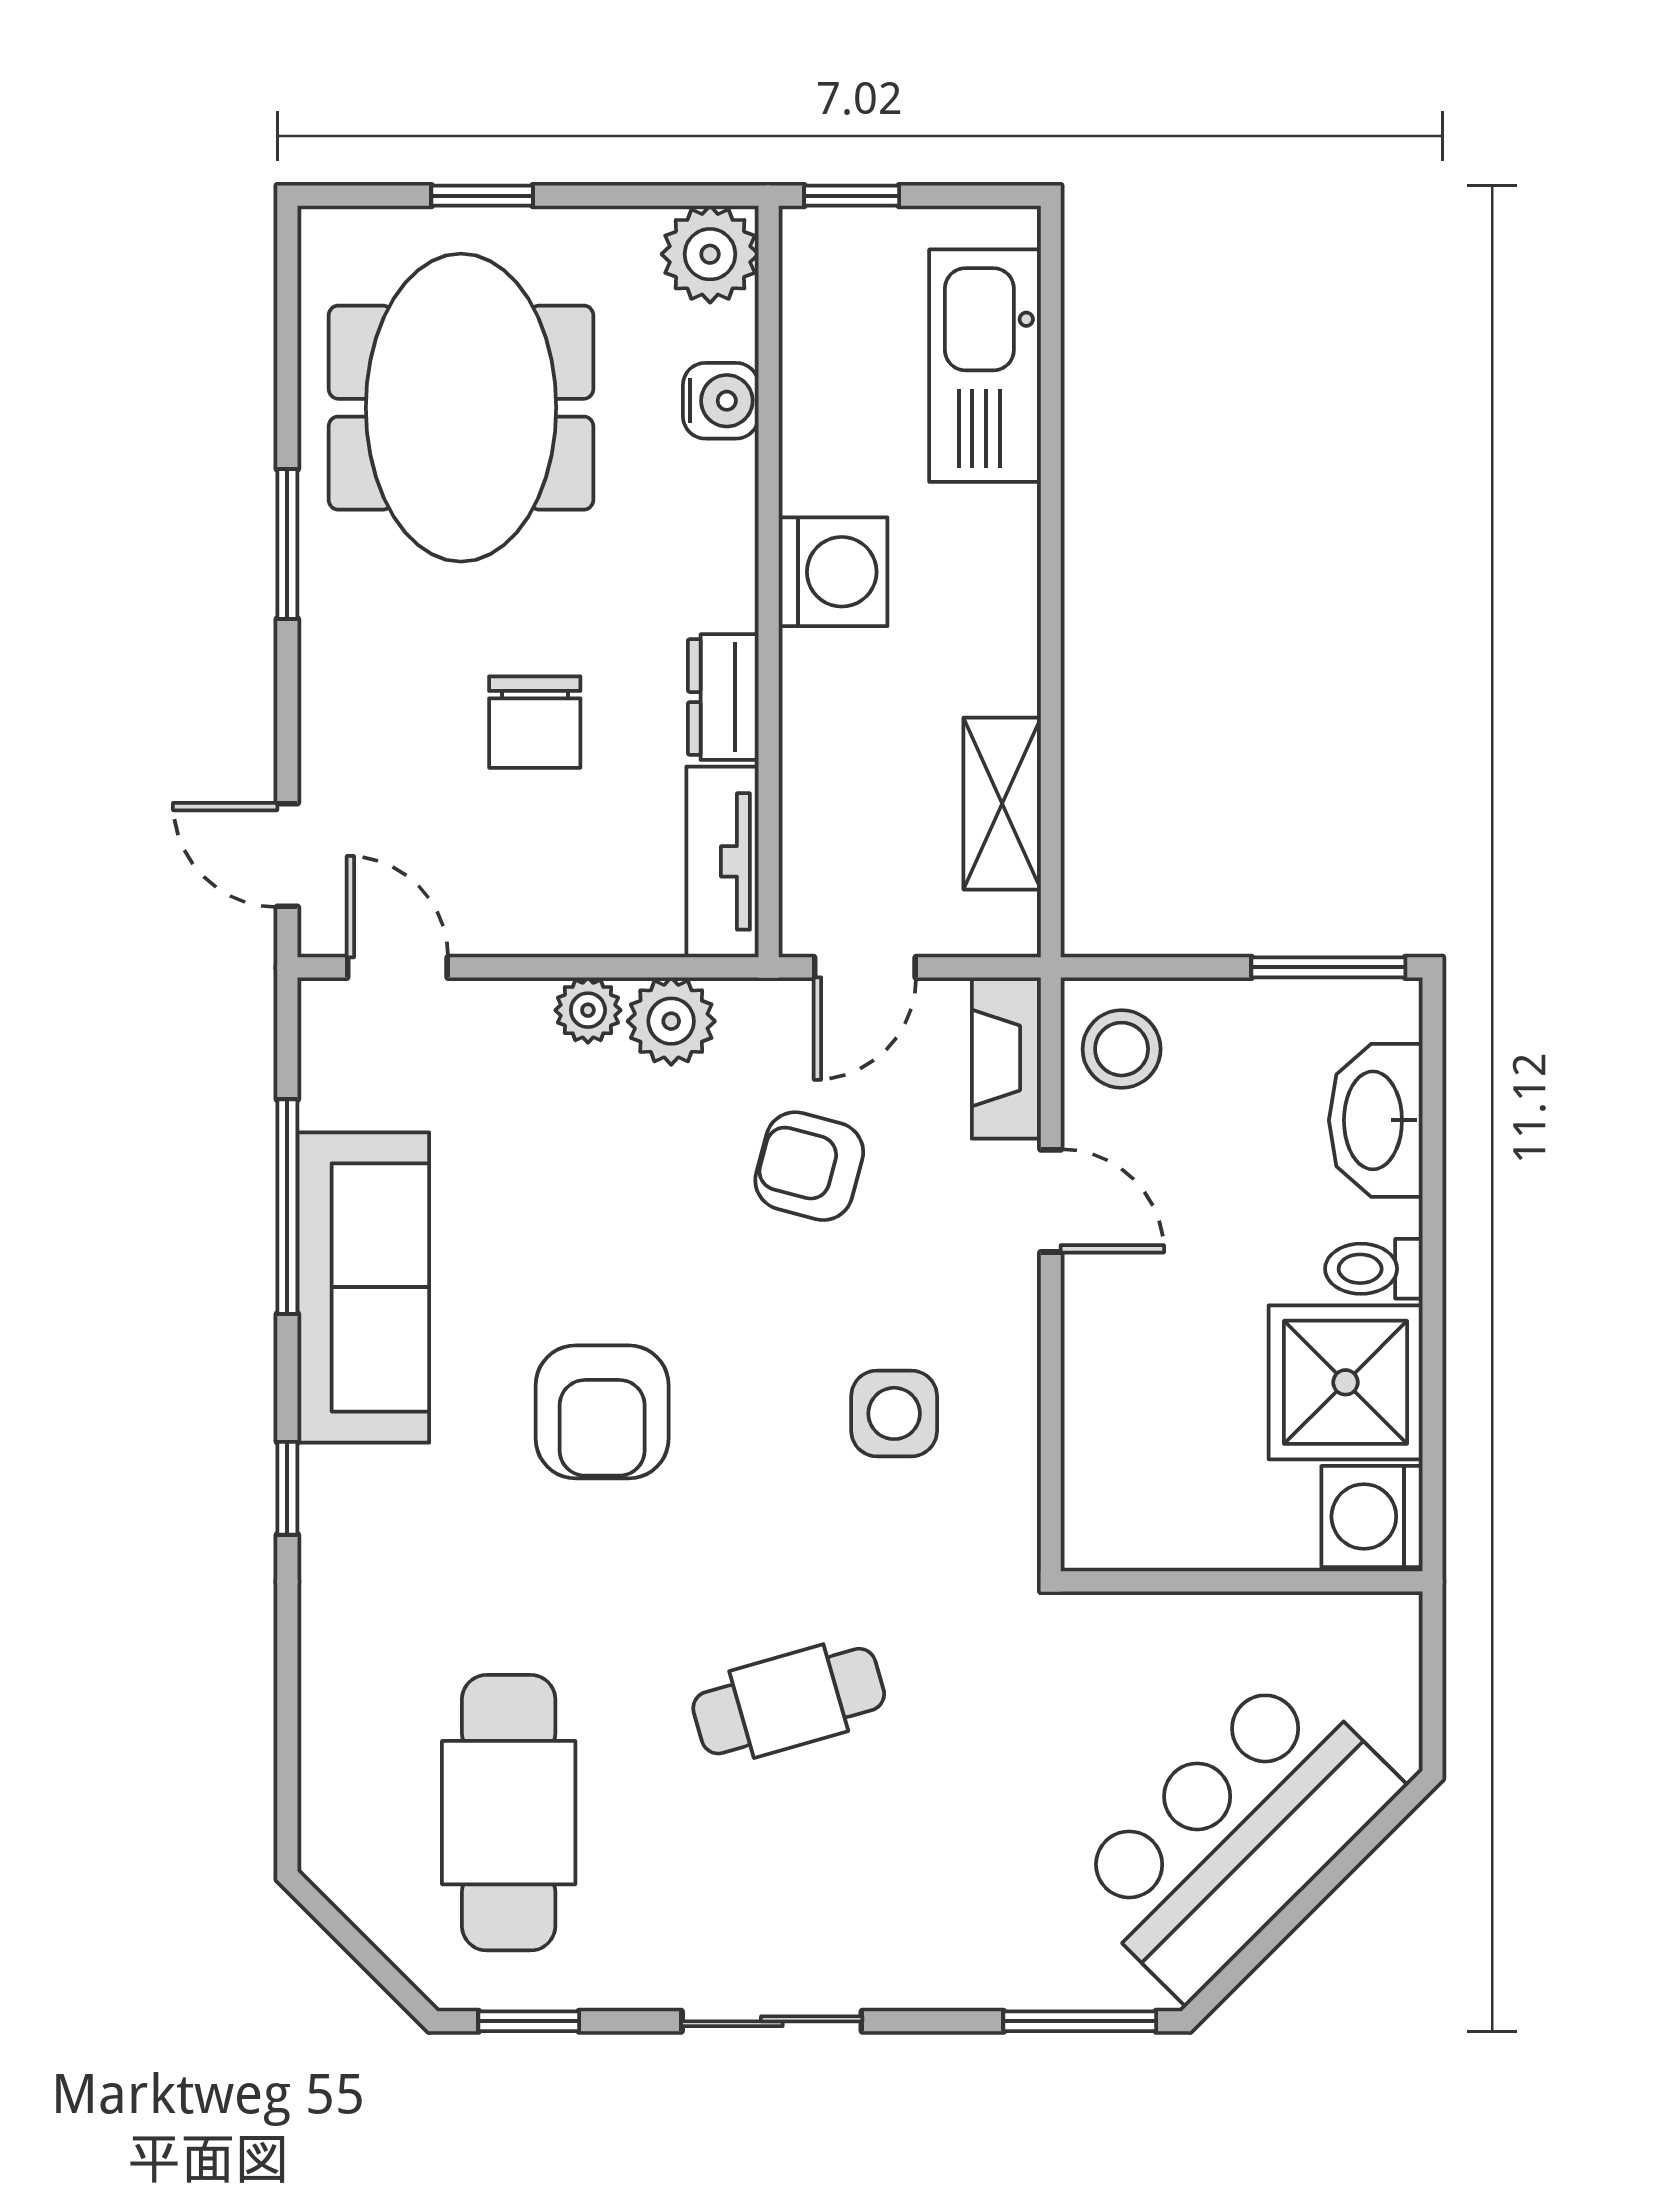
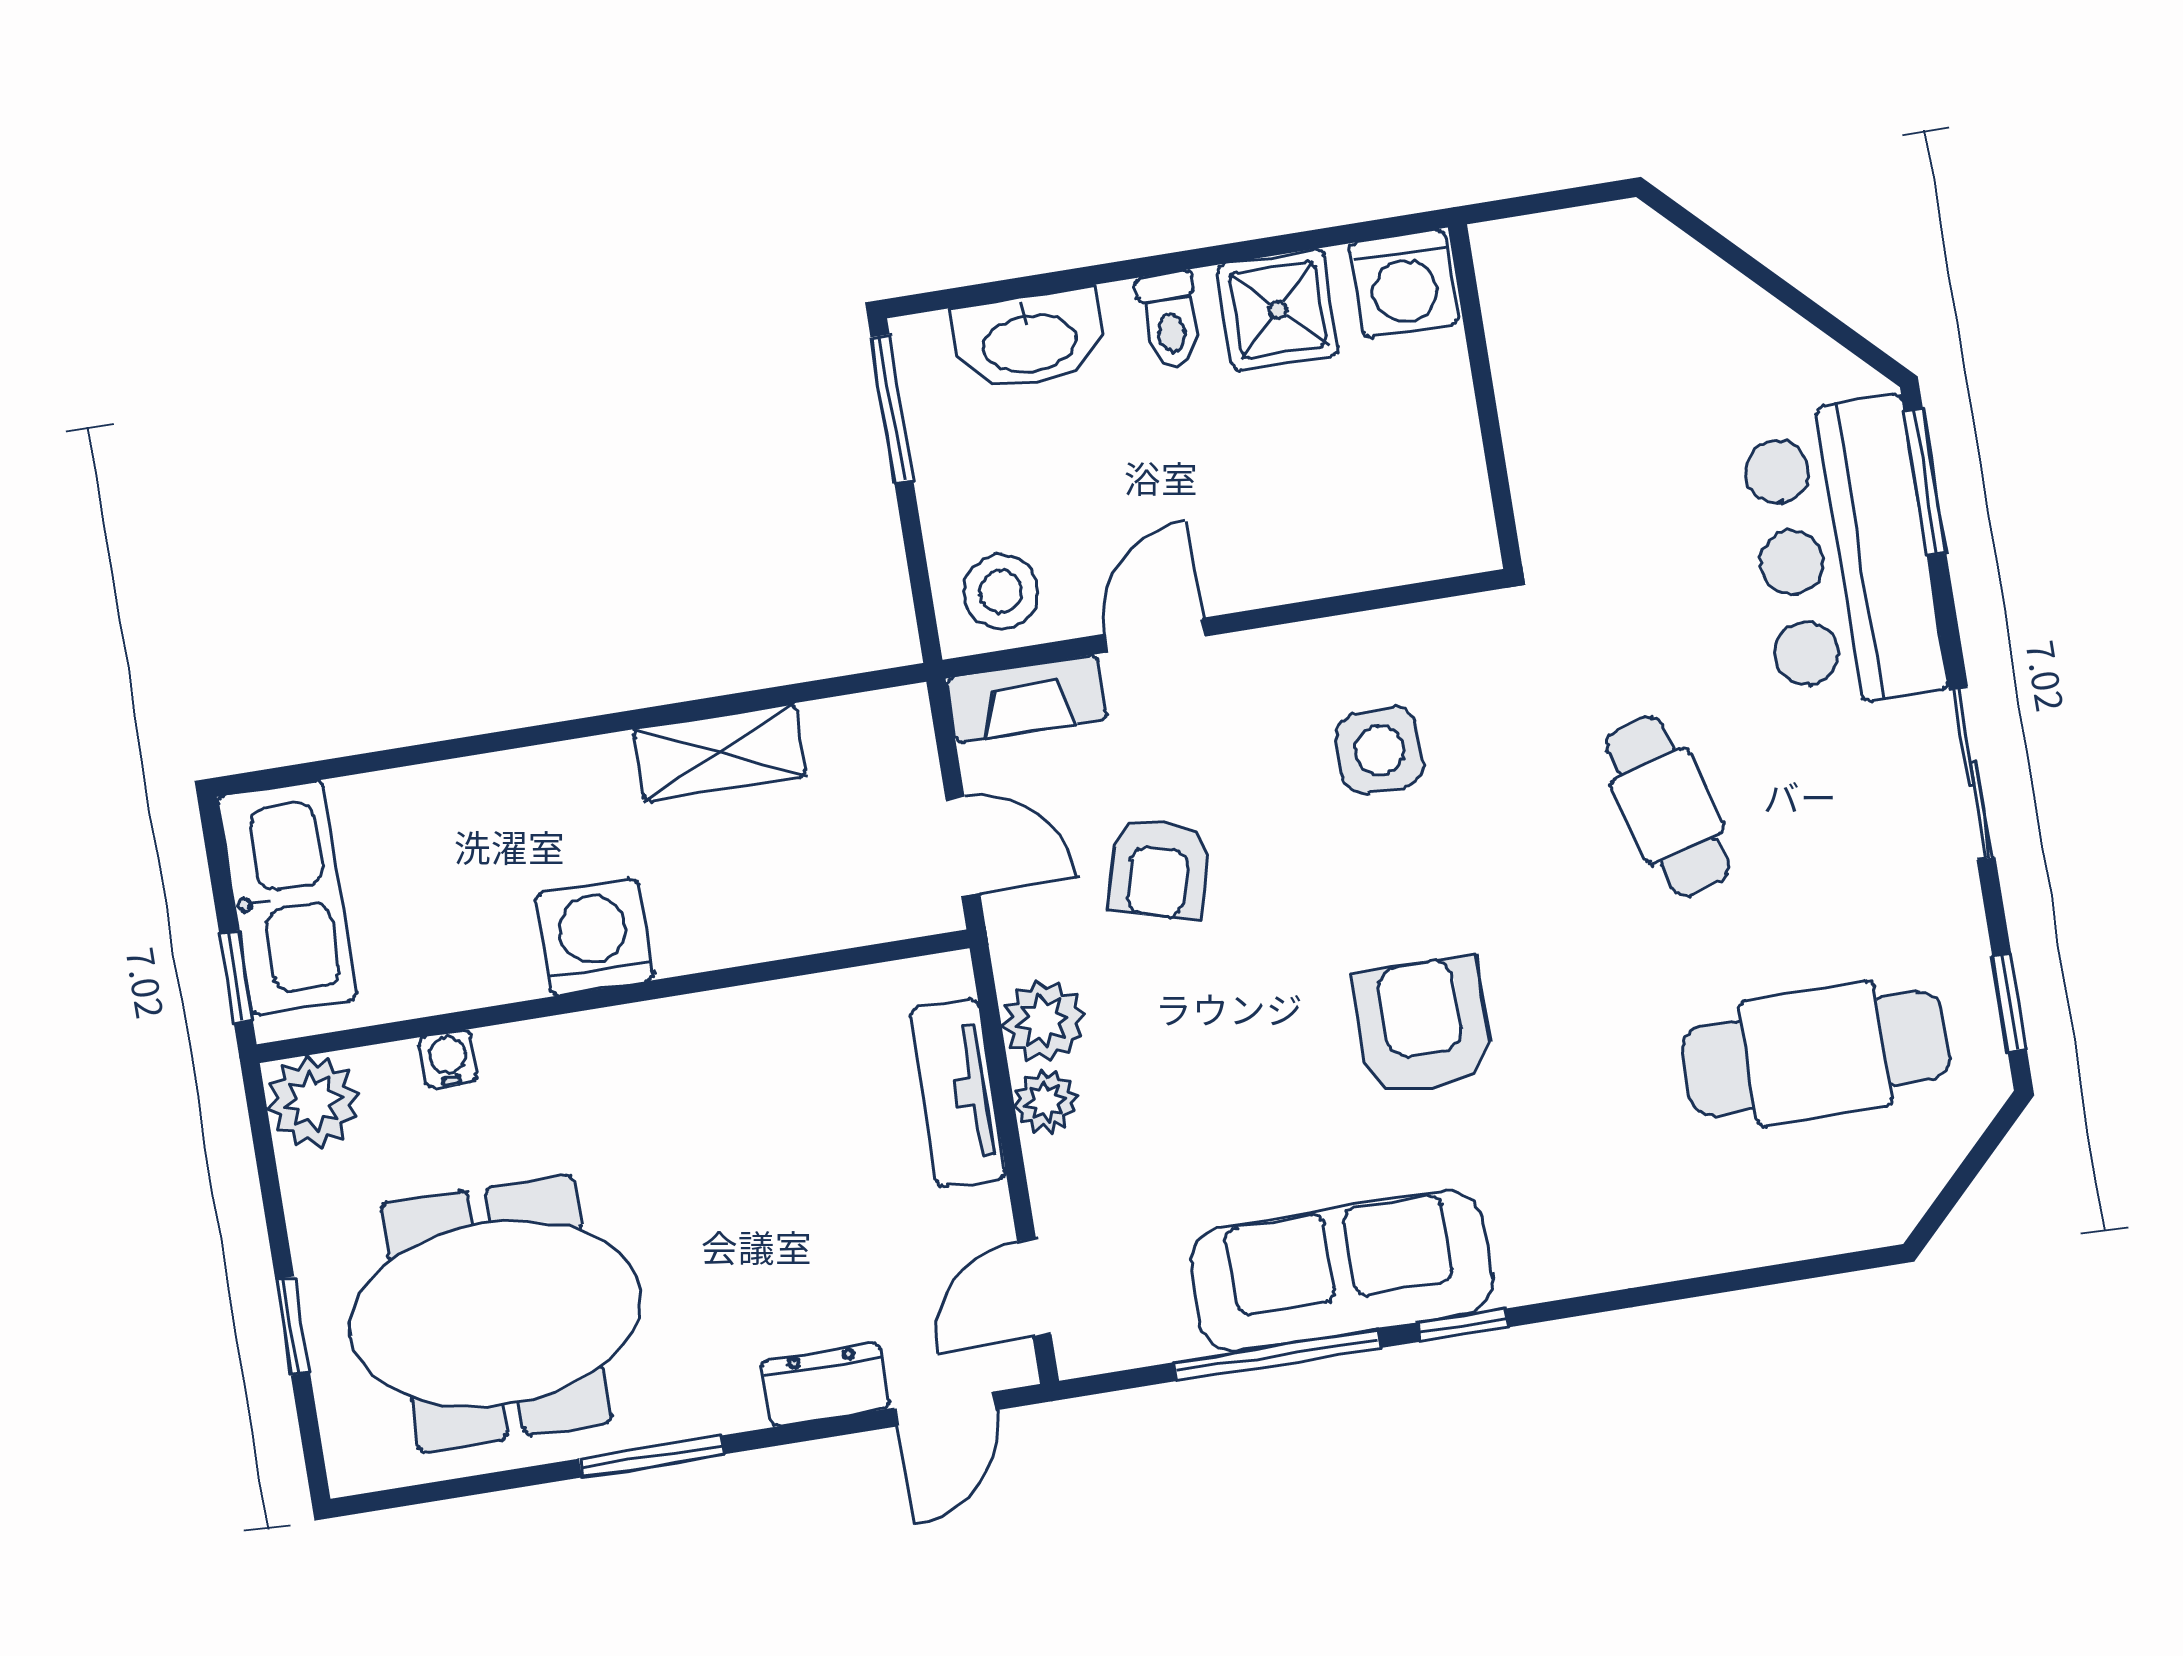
kitchen sink: (985, 366) -> (287, 898), moved, turned -90
water cooler: (721, 401) -> (448, 1059), width x0.72, depth x0.72
dresser: (723, 697) -> (825, 1384), moved, turned 180
chair: (535, 722) -> (782, 1196), removed
shelving: (1002, 804) -> (720, 753), moved
tv unit: (722, 861) -> (958, 1093), moved, turned 90
shower: (1346, 1382) -> (1278, 310), width x0.73, depth x0.73
armchair: (602, 1412) -> (1423, 1026), turned -90
window: (287, 1488) -> (1463, 1325), moved
bar counter: (1235, 1835) -> (1843, 554), moved, turned 45

